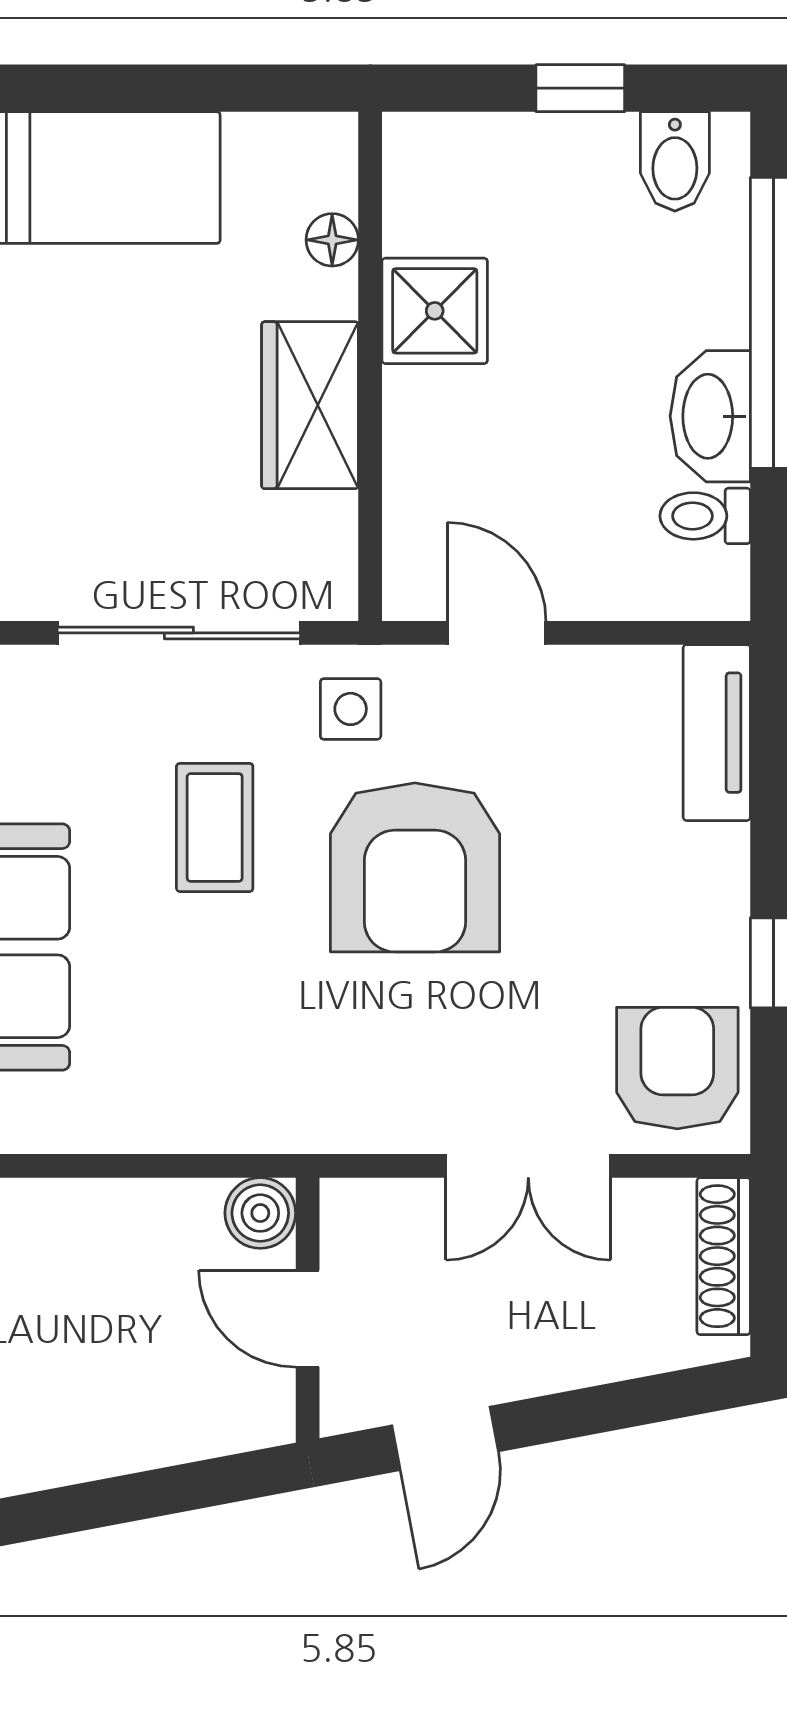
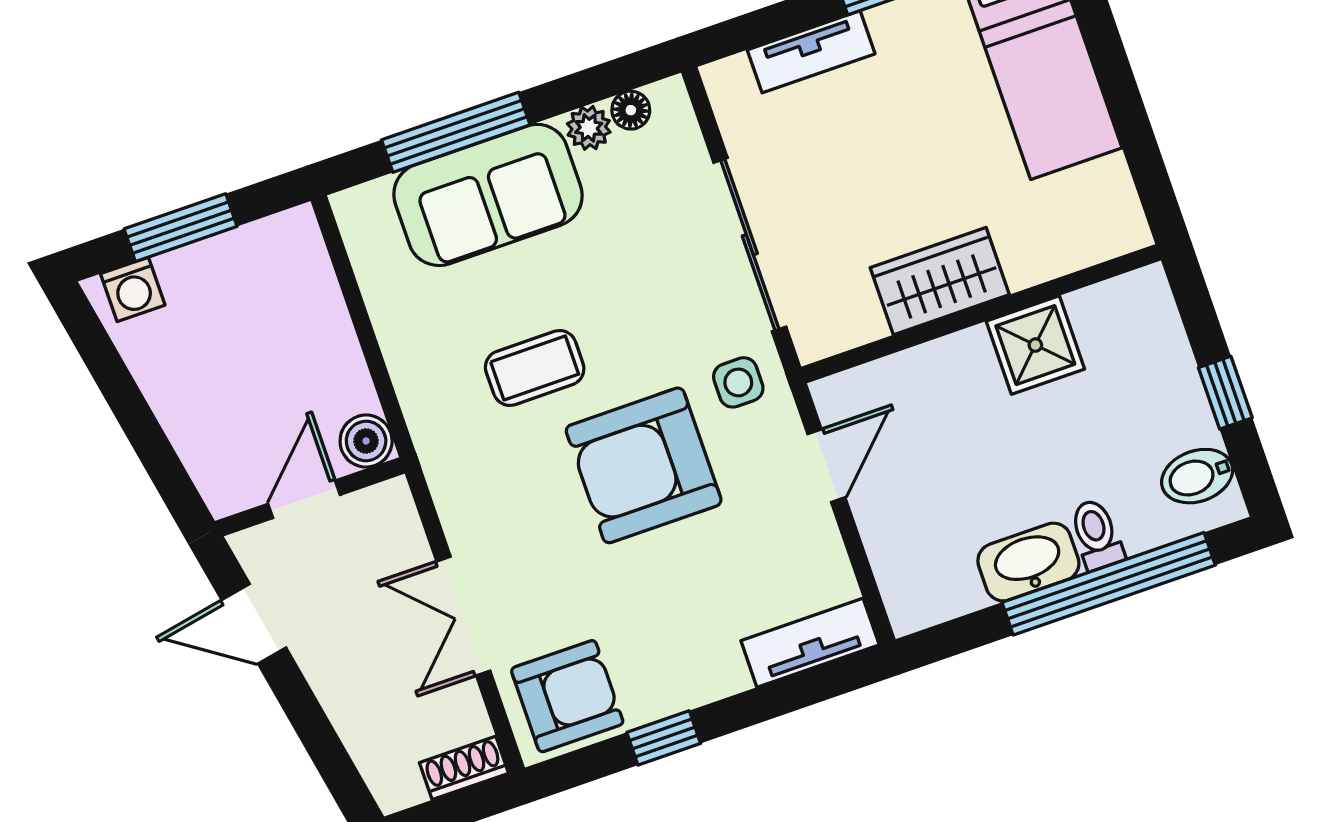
floor lamp: (332, 240) -> (1060, 257), removed
toilet: (705, 516) -> (1097, 534), moved
coffee table: (215, 827) -> (535, 368), moved
shoe rack: (724, 1256) -> (464, 768), width x0.70

